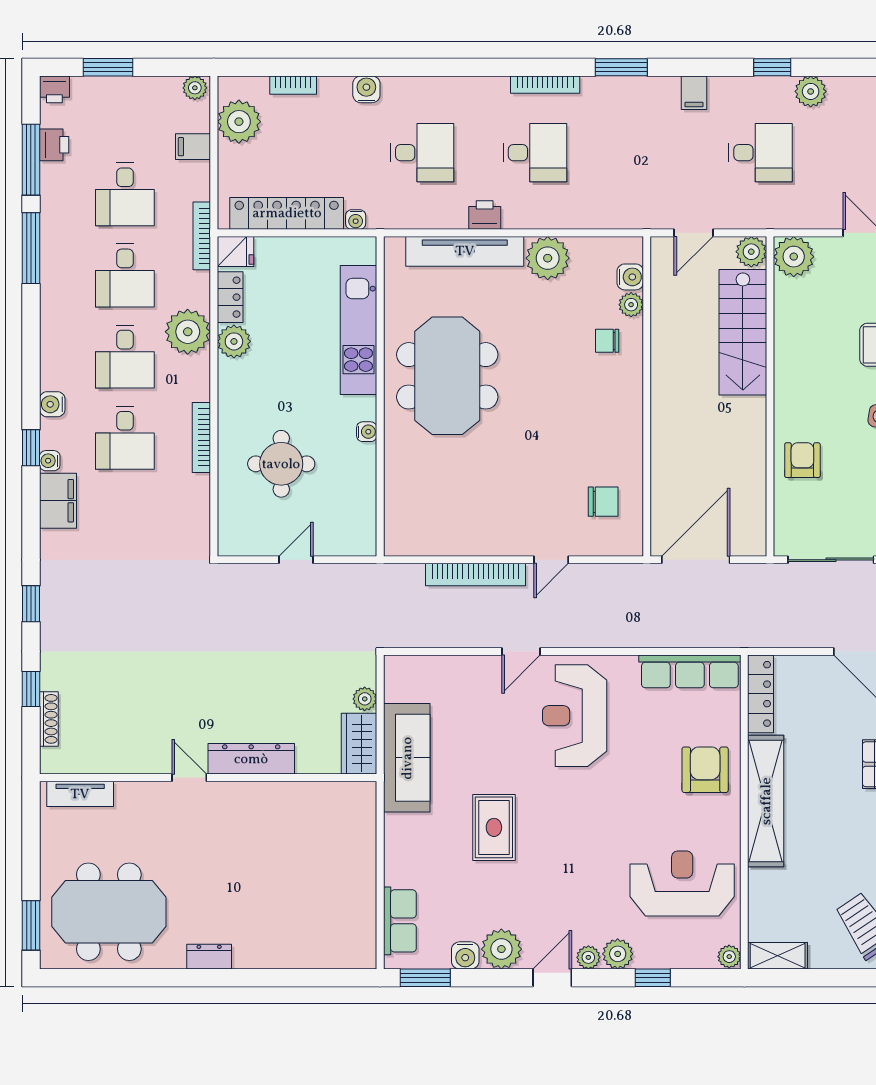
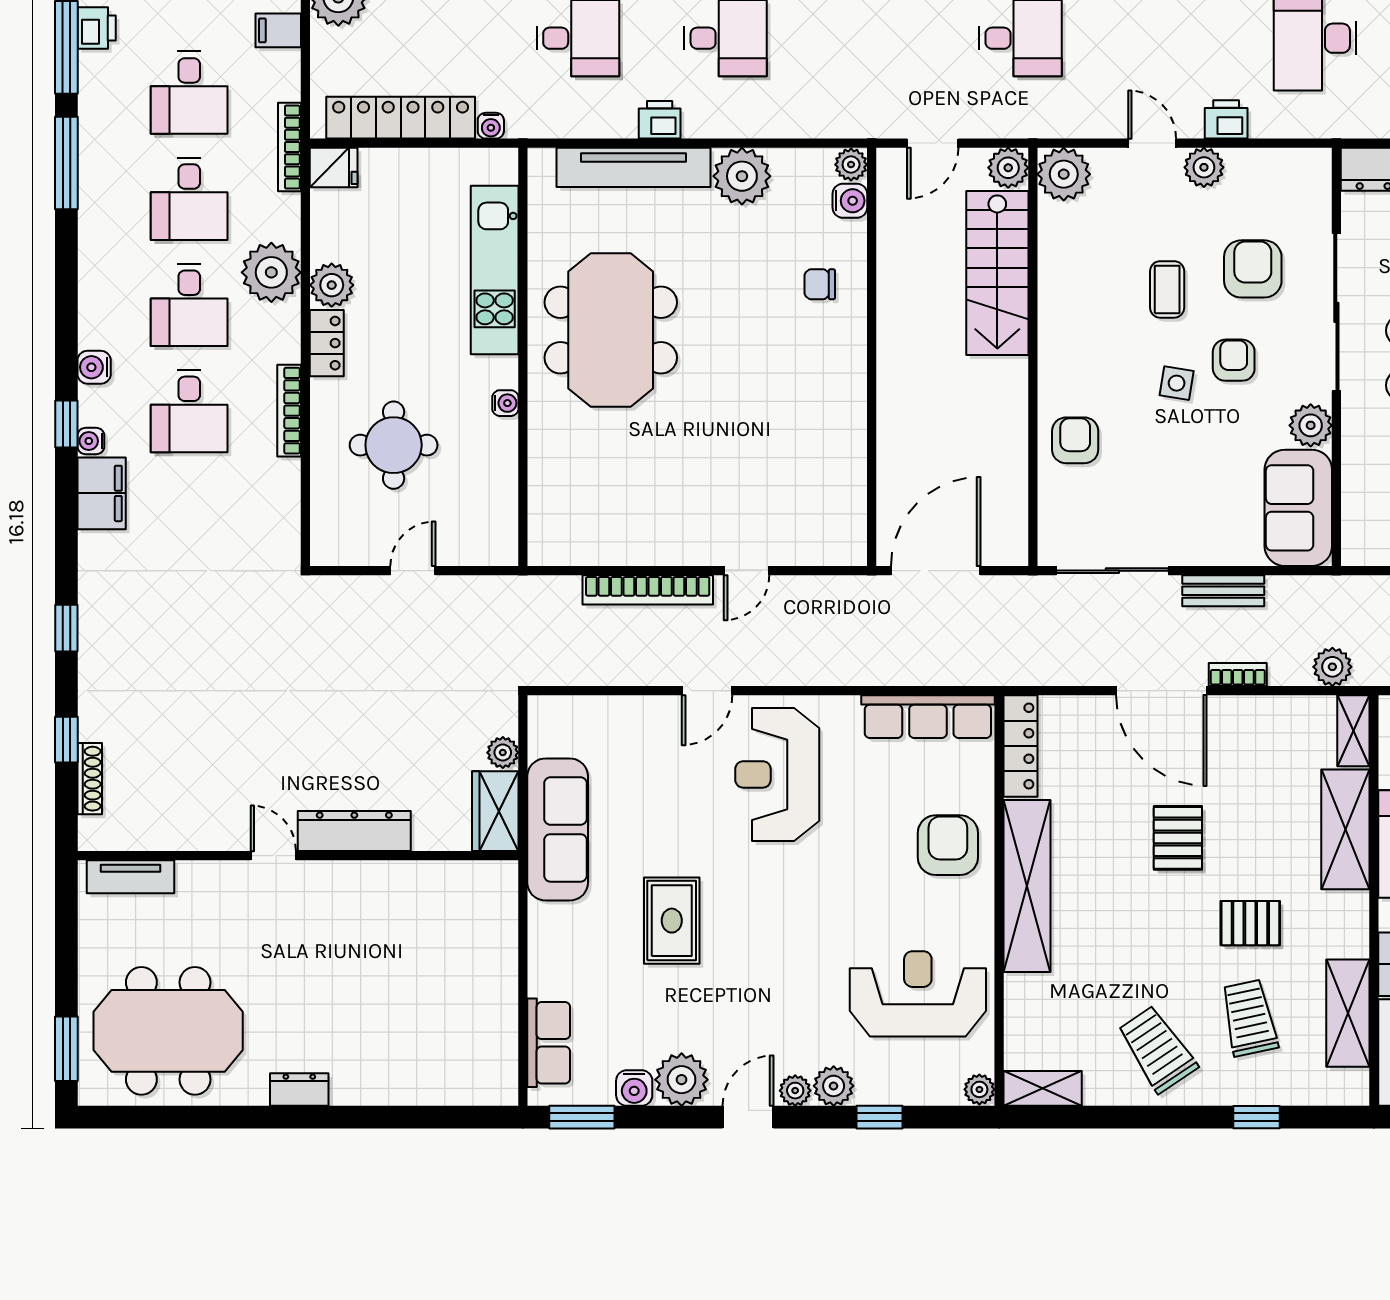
locker: (230, 297) -> (327, 343), moved
plant: (631, 305) -> (851, 165), moved
chair: (603, 502) -> (815, 495), removed

